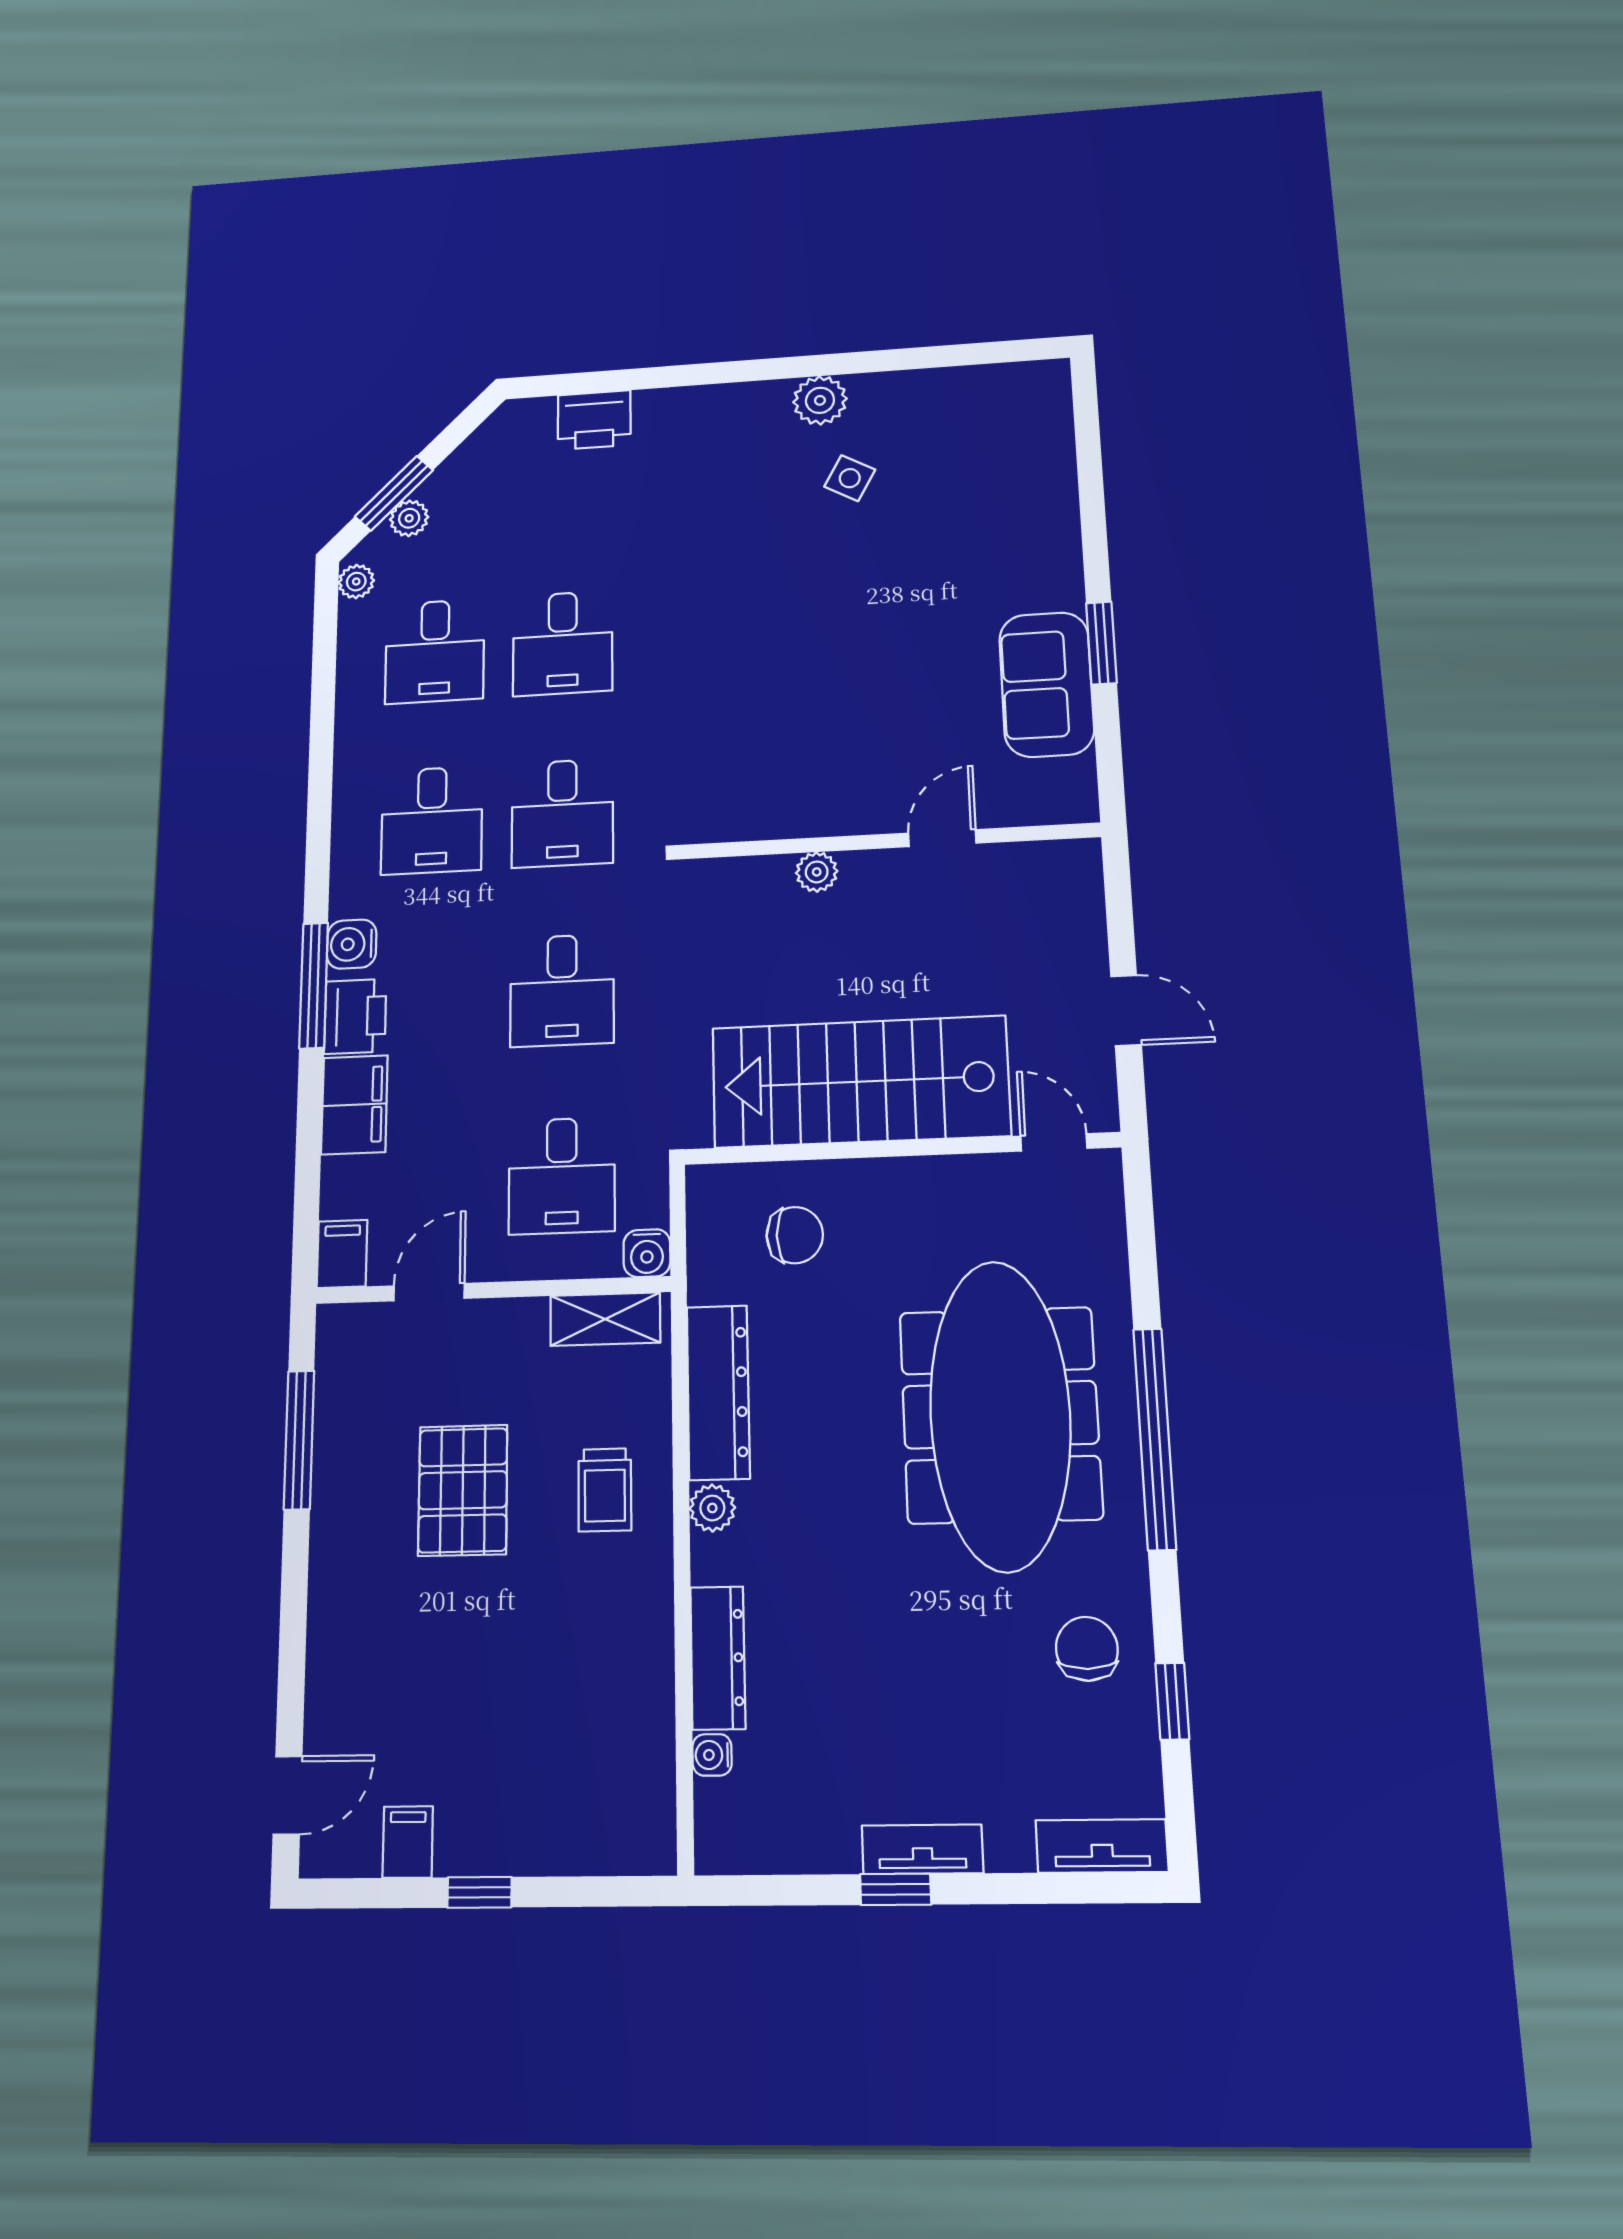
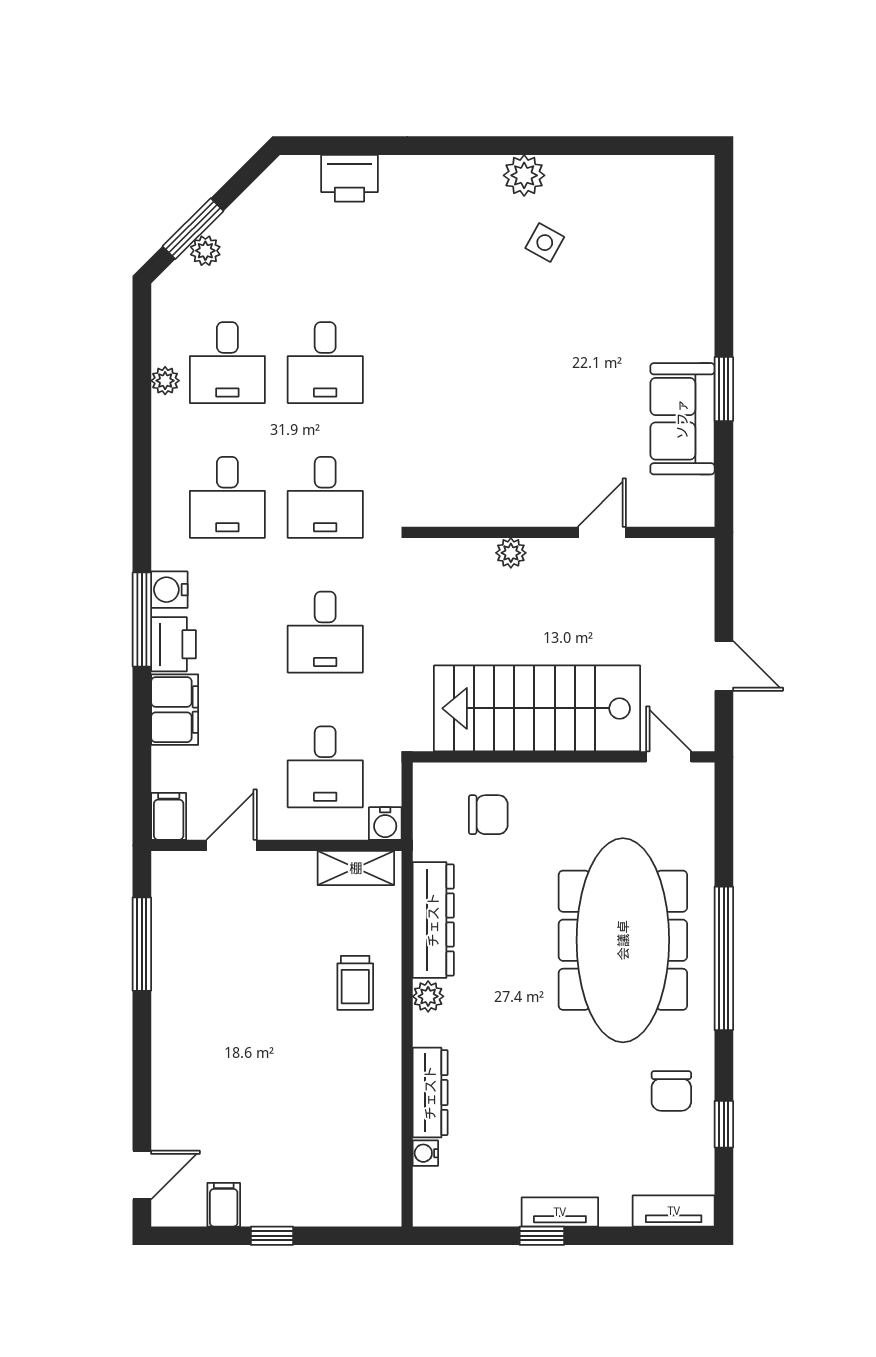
plant: (356, 582) -> (165, 381), moved
pallet: (463, 1490) -> (257, 981), removed
chair: (1087, 1649) -> (671, 1091), turned 180

